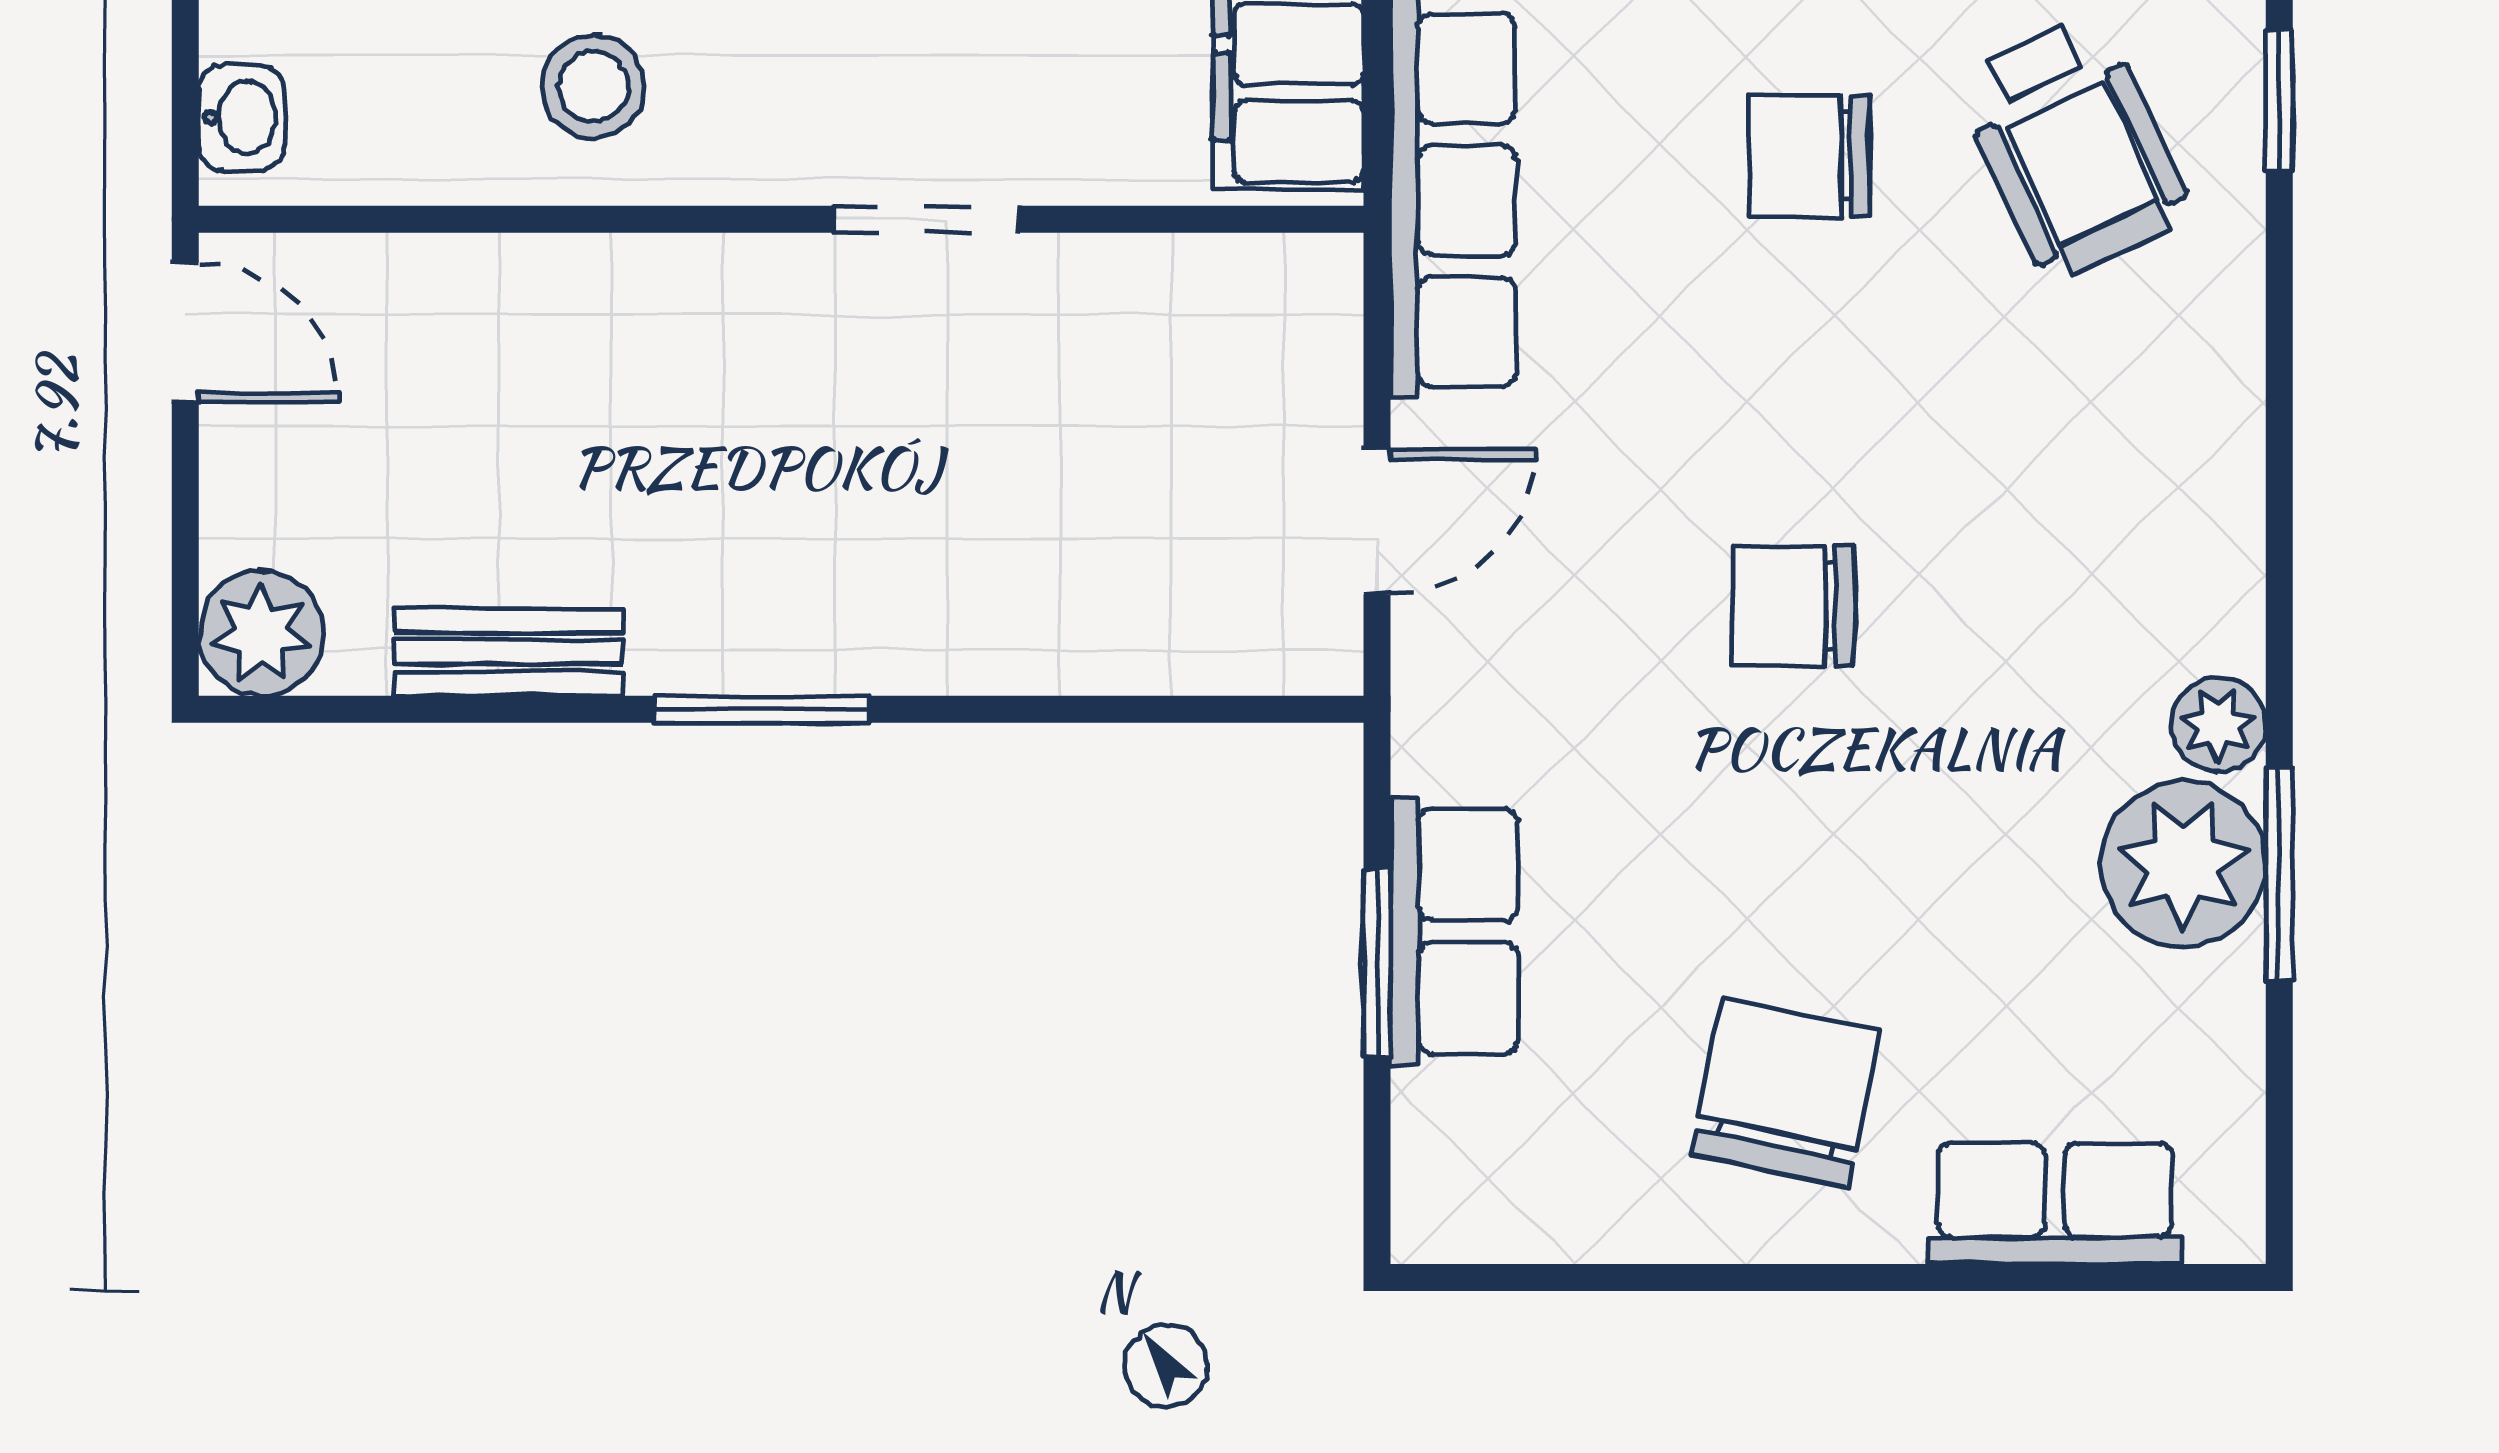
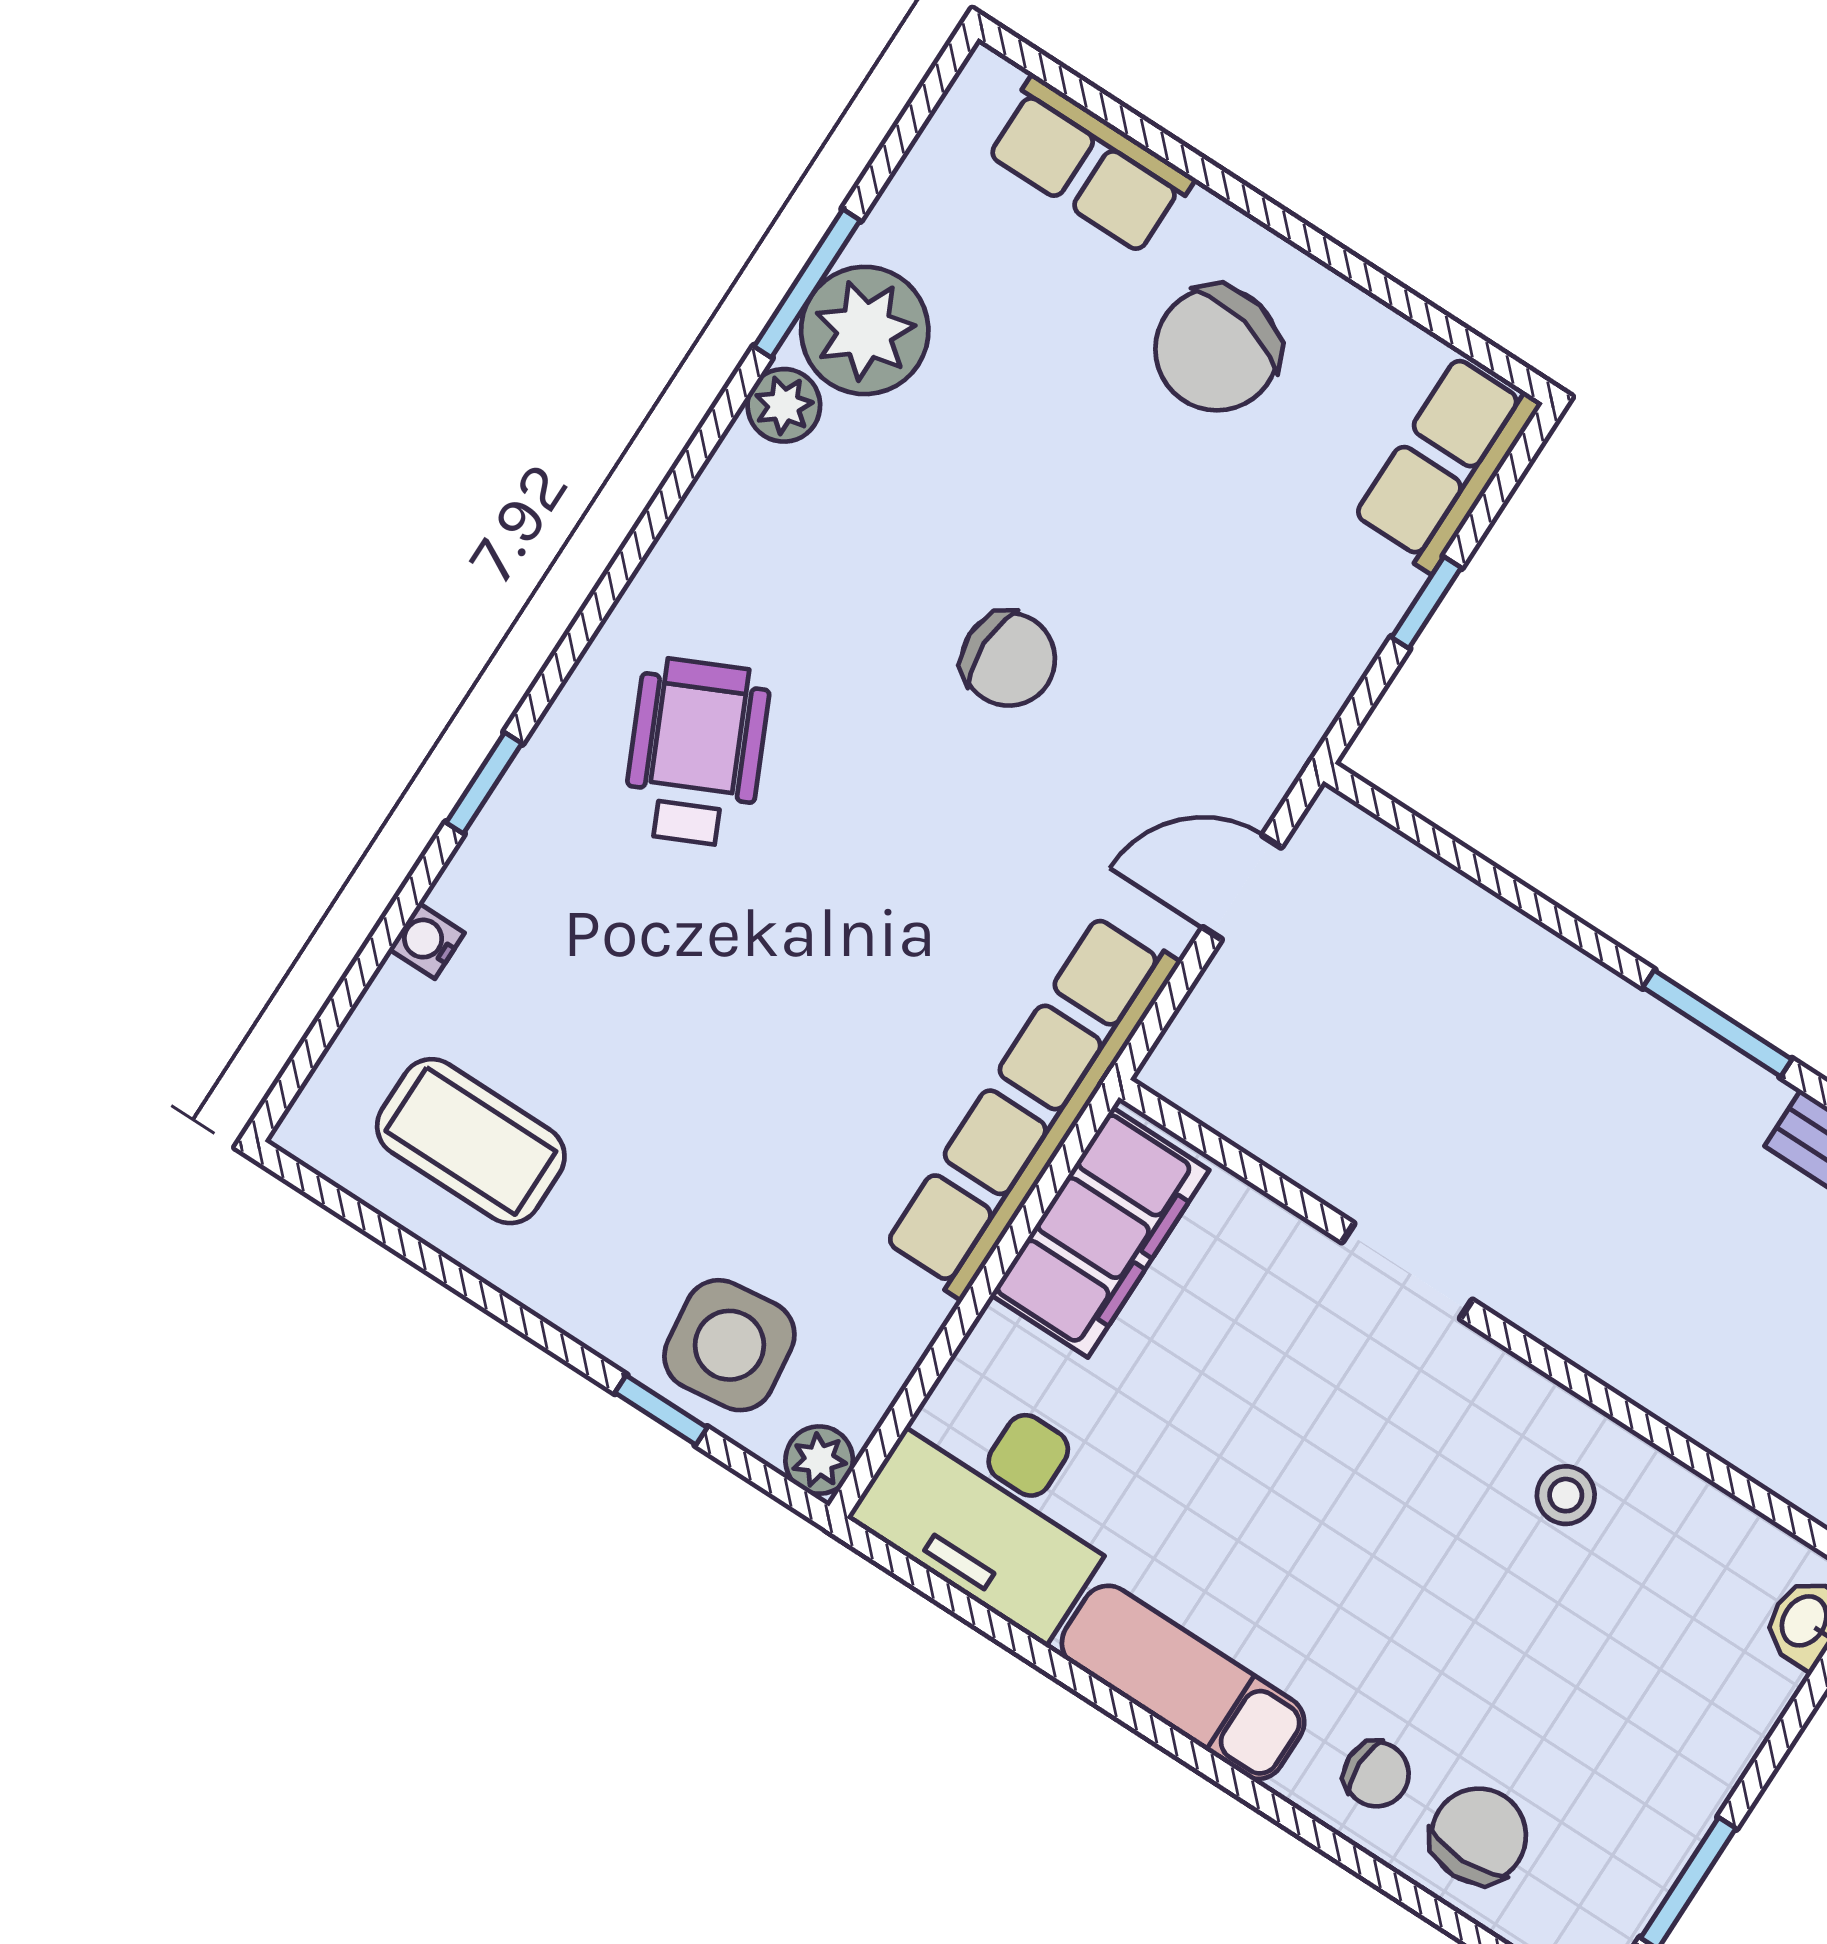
stool: (593, 87) -> (1566, 1495), width x0.73, depth x0.73
wheelchair: (2073, 148) -> (696, 752), moved
chair: (1810, 155) -> (810, 943), removed
row of seats: (1454, 931) -> (1446, 462), moved
window: (1377, 963) -> (1426, 603), width x0.67

